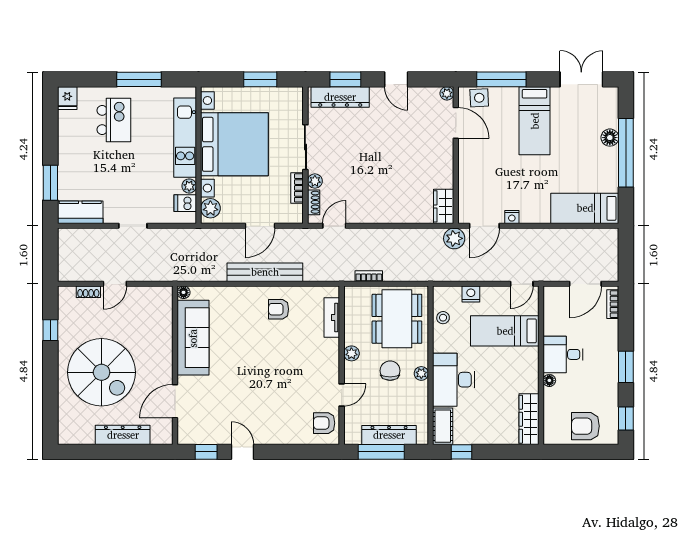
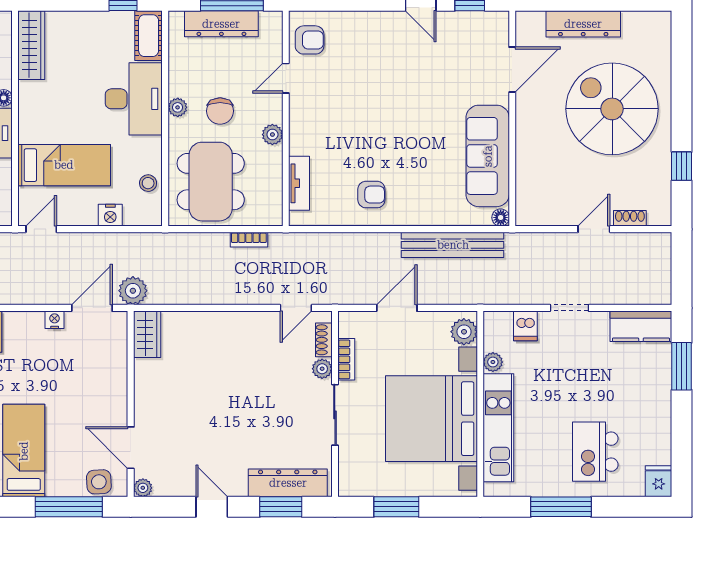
dishwasher: (185, 203) -> (525, 326), moved, turned 90
bench: (265, 272) -> (453, 245), moved

